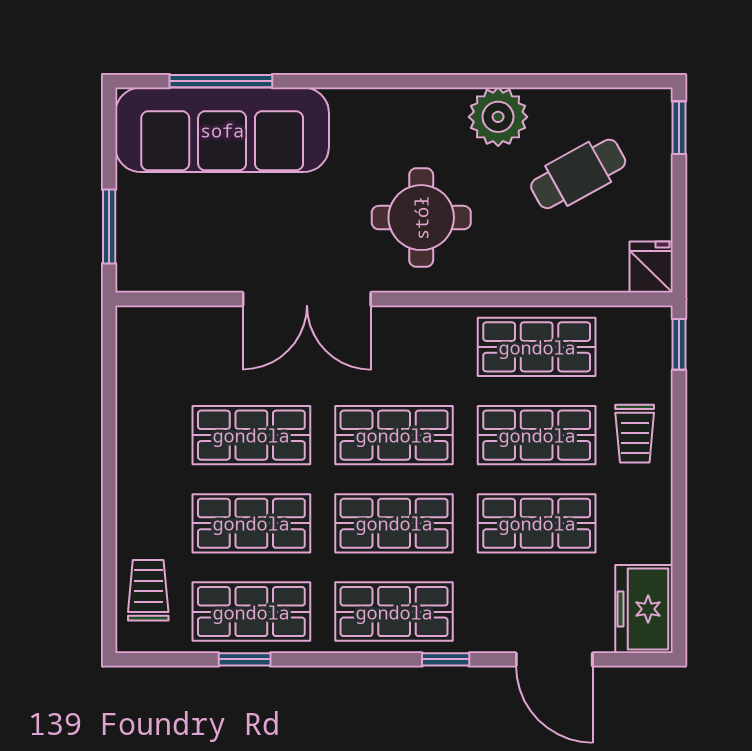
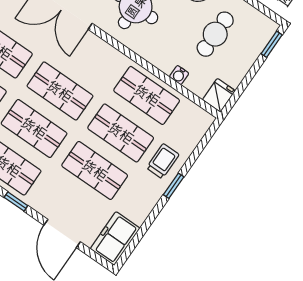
cafe table: (578, 174) -> (215, 34), turned -61
water cooler: (566, 279) -> (179, 75), added
window: (679, 344) -> (174, 186), moved
trolley: (635, 434) -> (163, 161), turned 180

